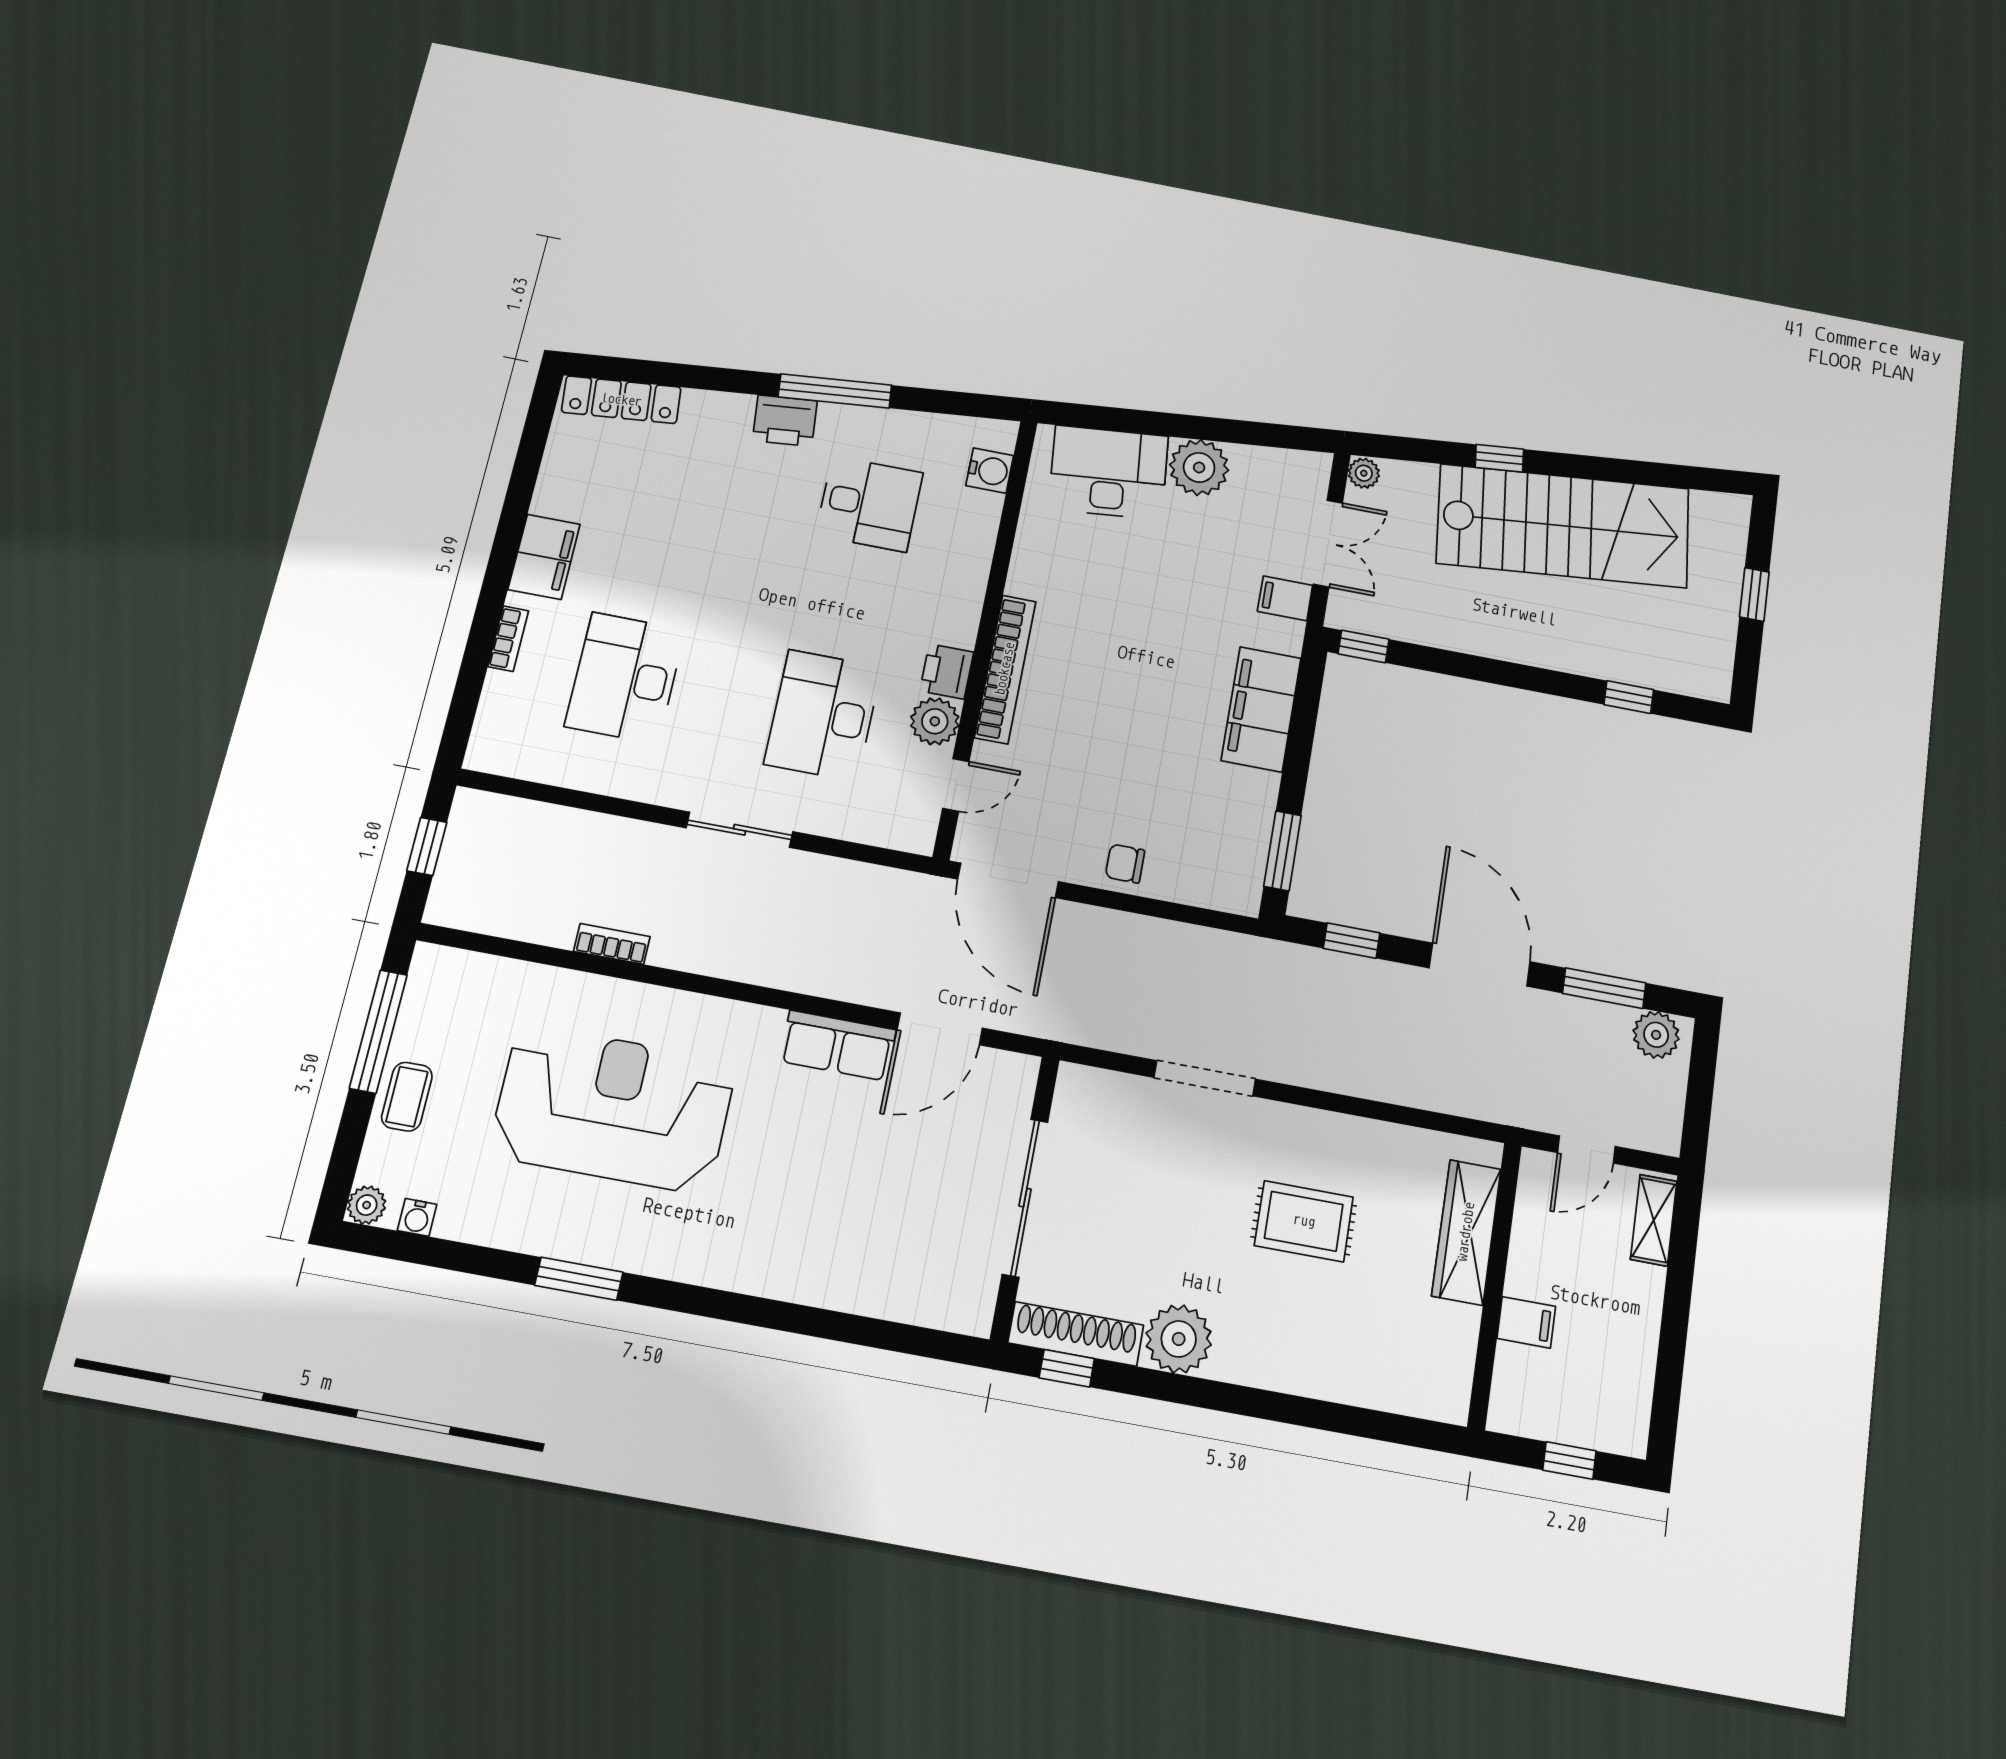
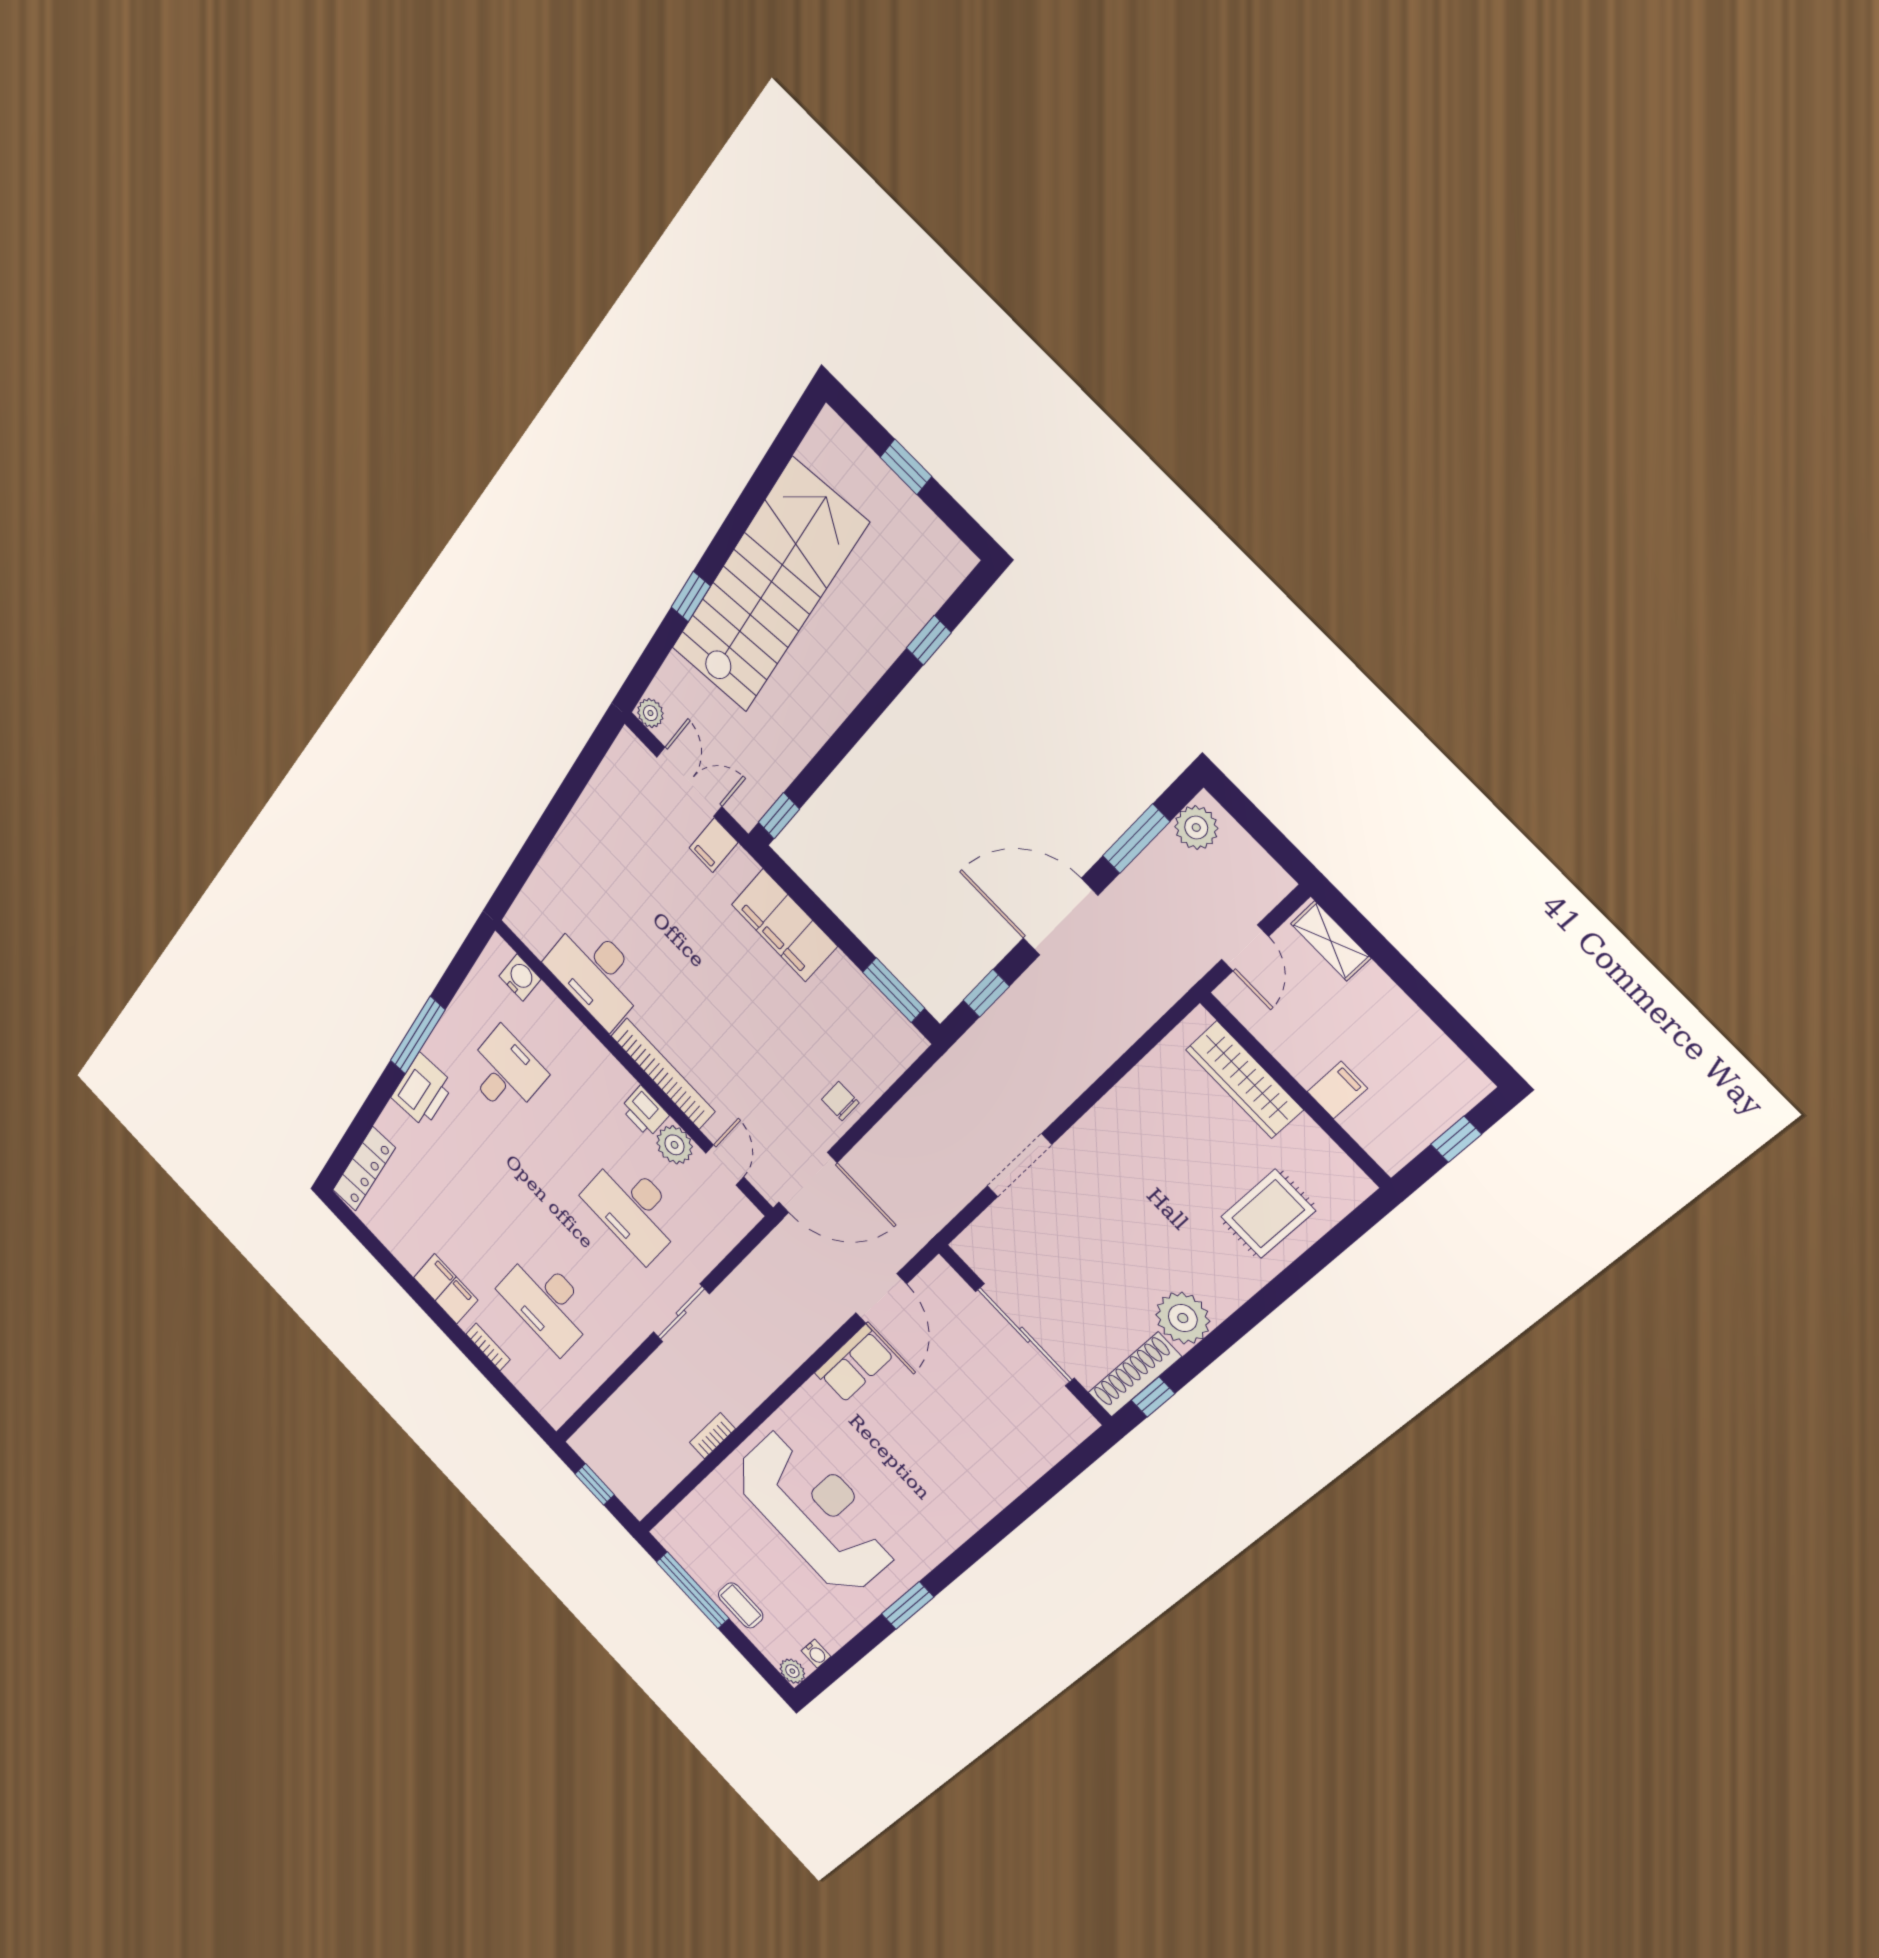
printer: (785, 421) -> (422, 1091), width x1.37, depth x1.19
plant: (1199, 467) -> (587, 832), removed
desk: (1108, 472) -> (596, 973), moved, turned -84
chair: (1125, 864) -> (840, 1101), turned 90
reception desk: (613, 1109) -> (815, 1512), turned 90
rug: (1304, 1221) -> (1268, 1214), moved

